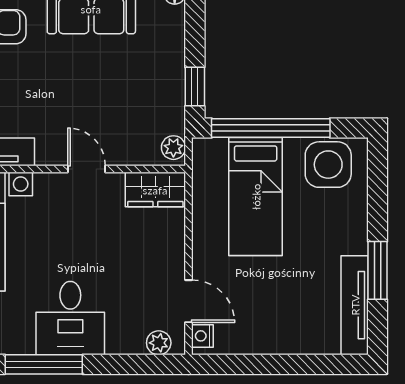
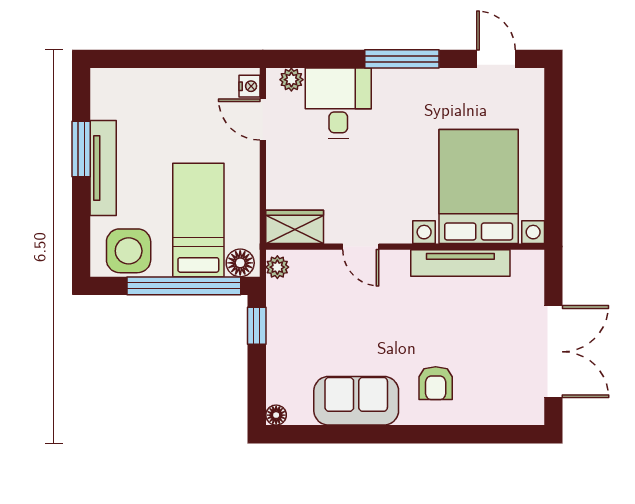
floor lamp: (212, 152) -> (240, 263), added
tv unit: (355, 305) -> (103, 168), moved
desk: (70, 318) -> (338, 103), moved

